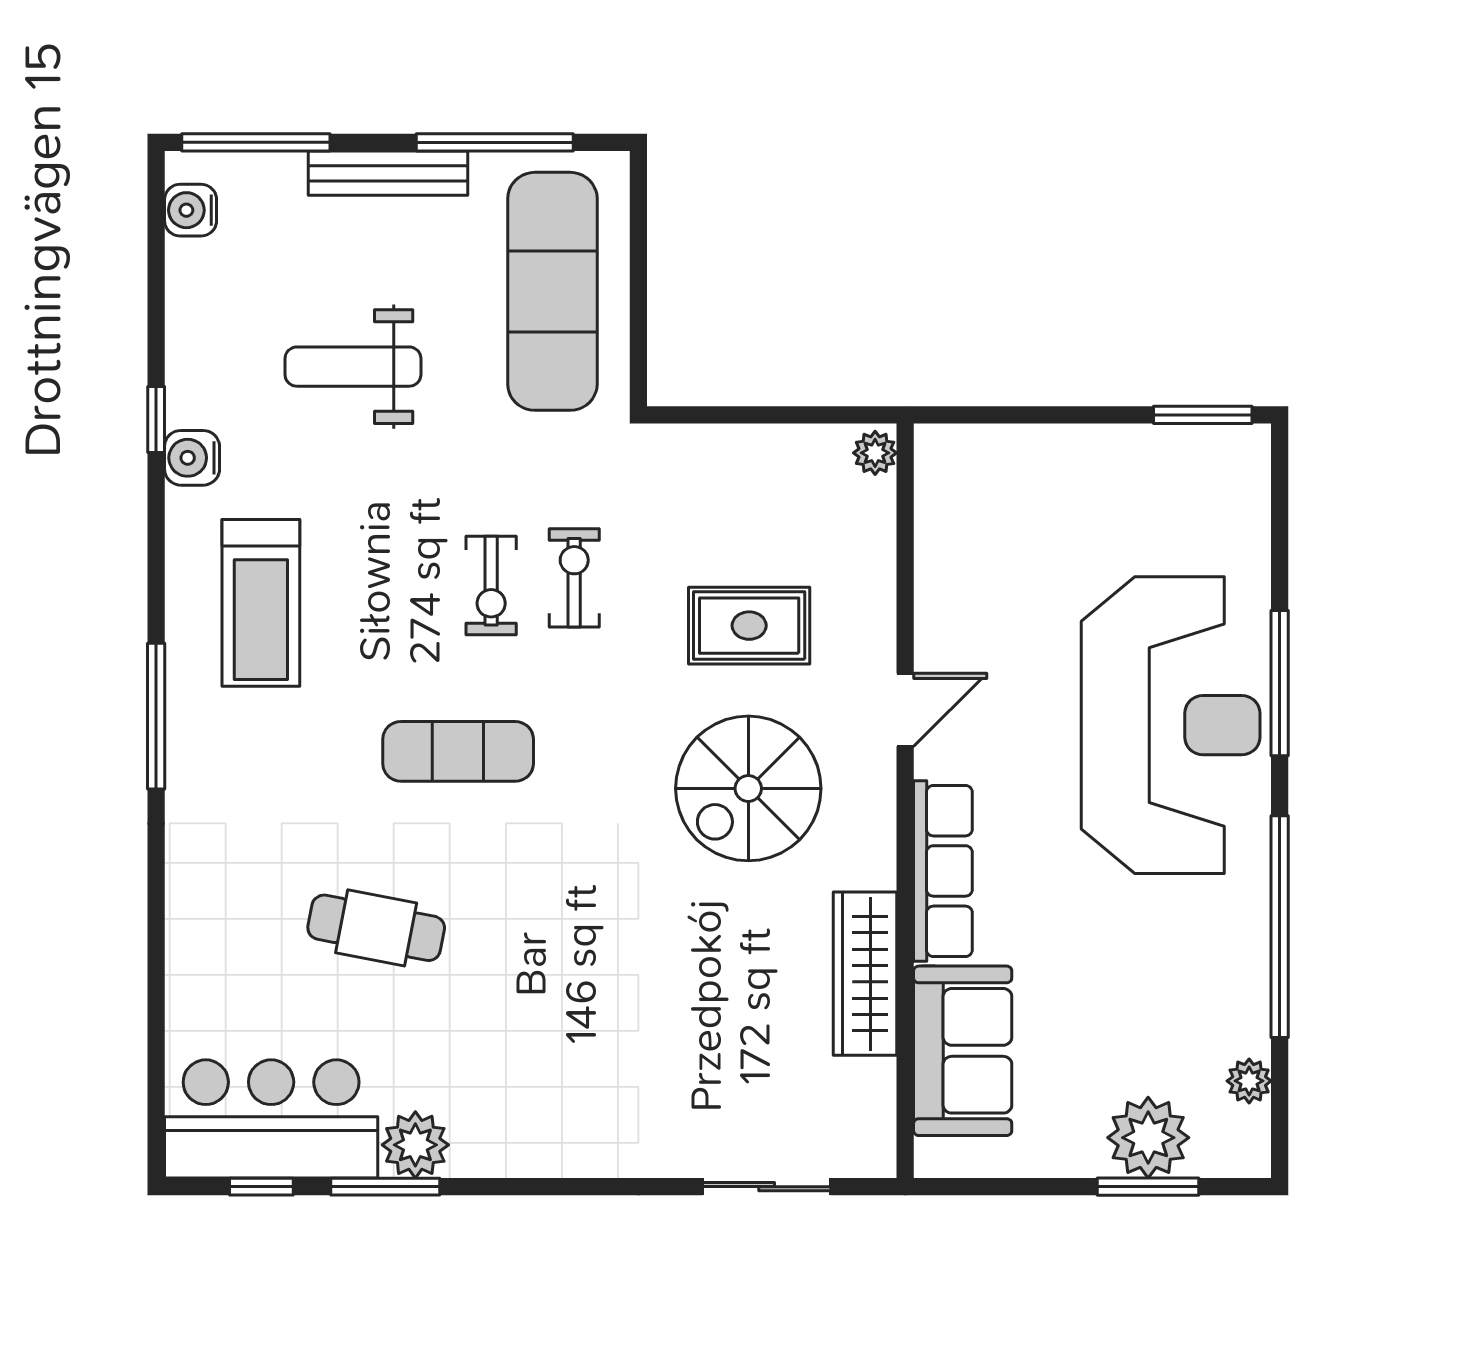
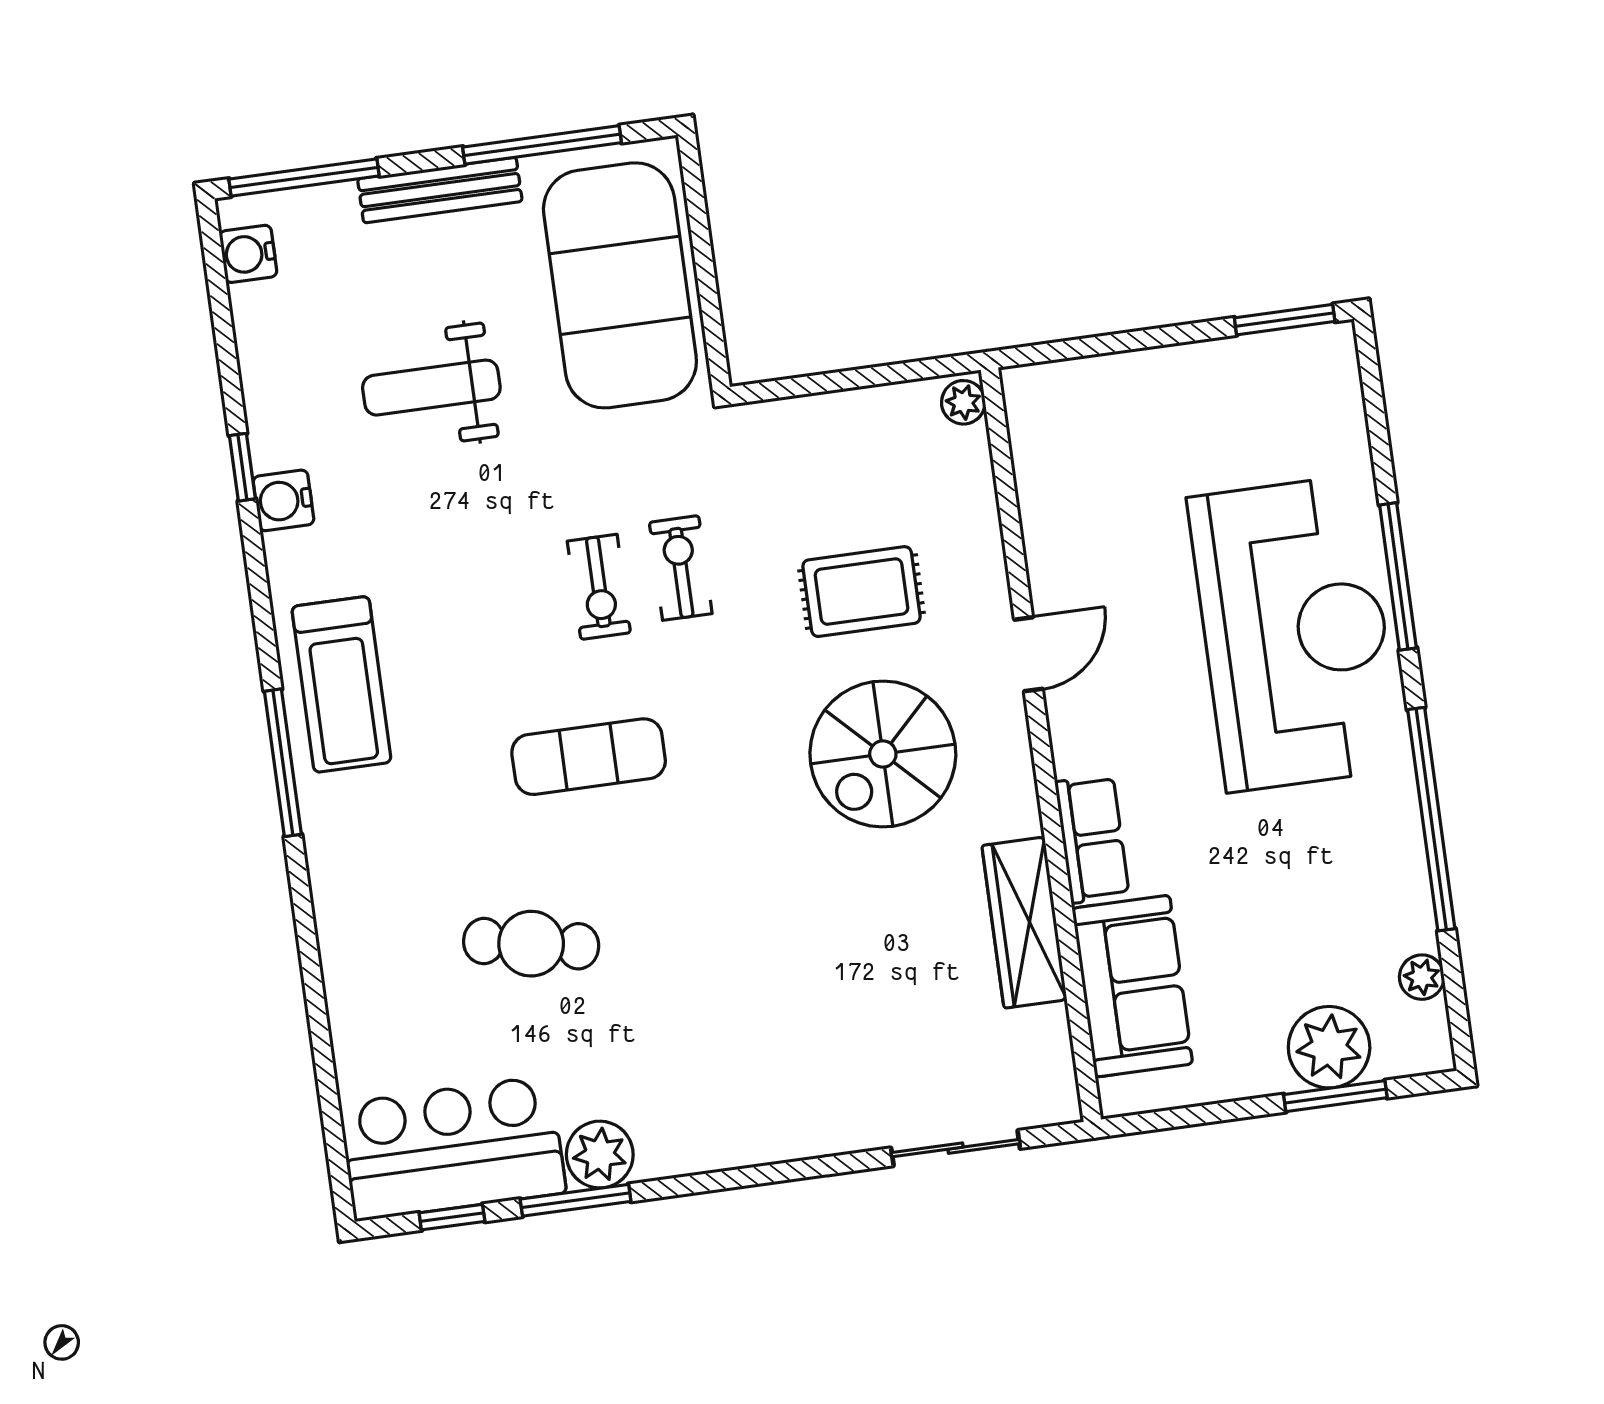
exercise mat: (552, 291) -> (620, 285), width x1.47
treadmill: (261, 603) -> (341, 684), moved
row of seats: (943, 871) -> (1092, 839), width x0.68

